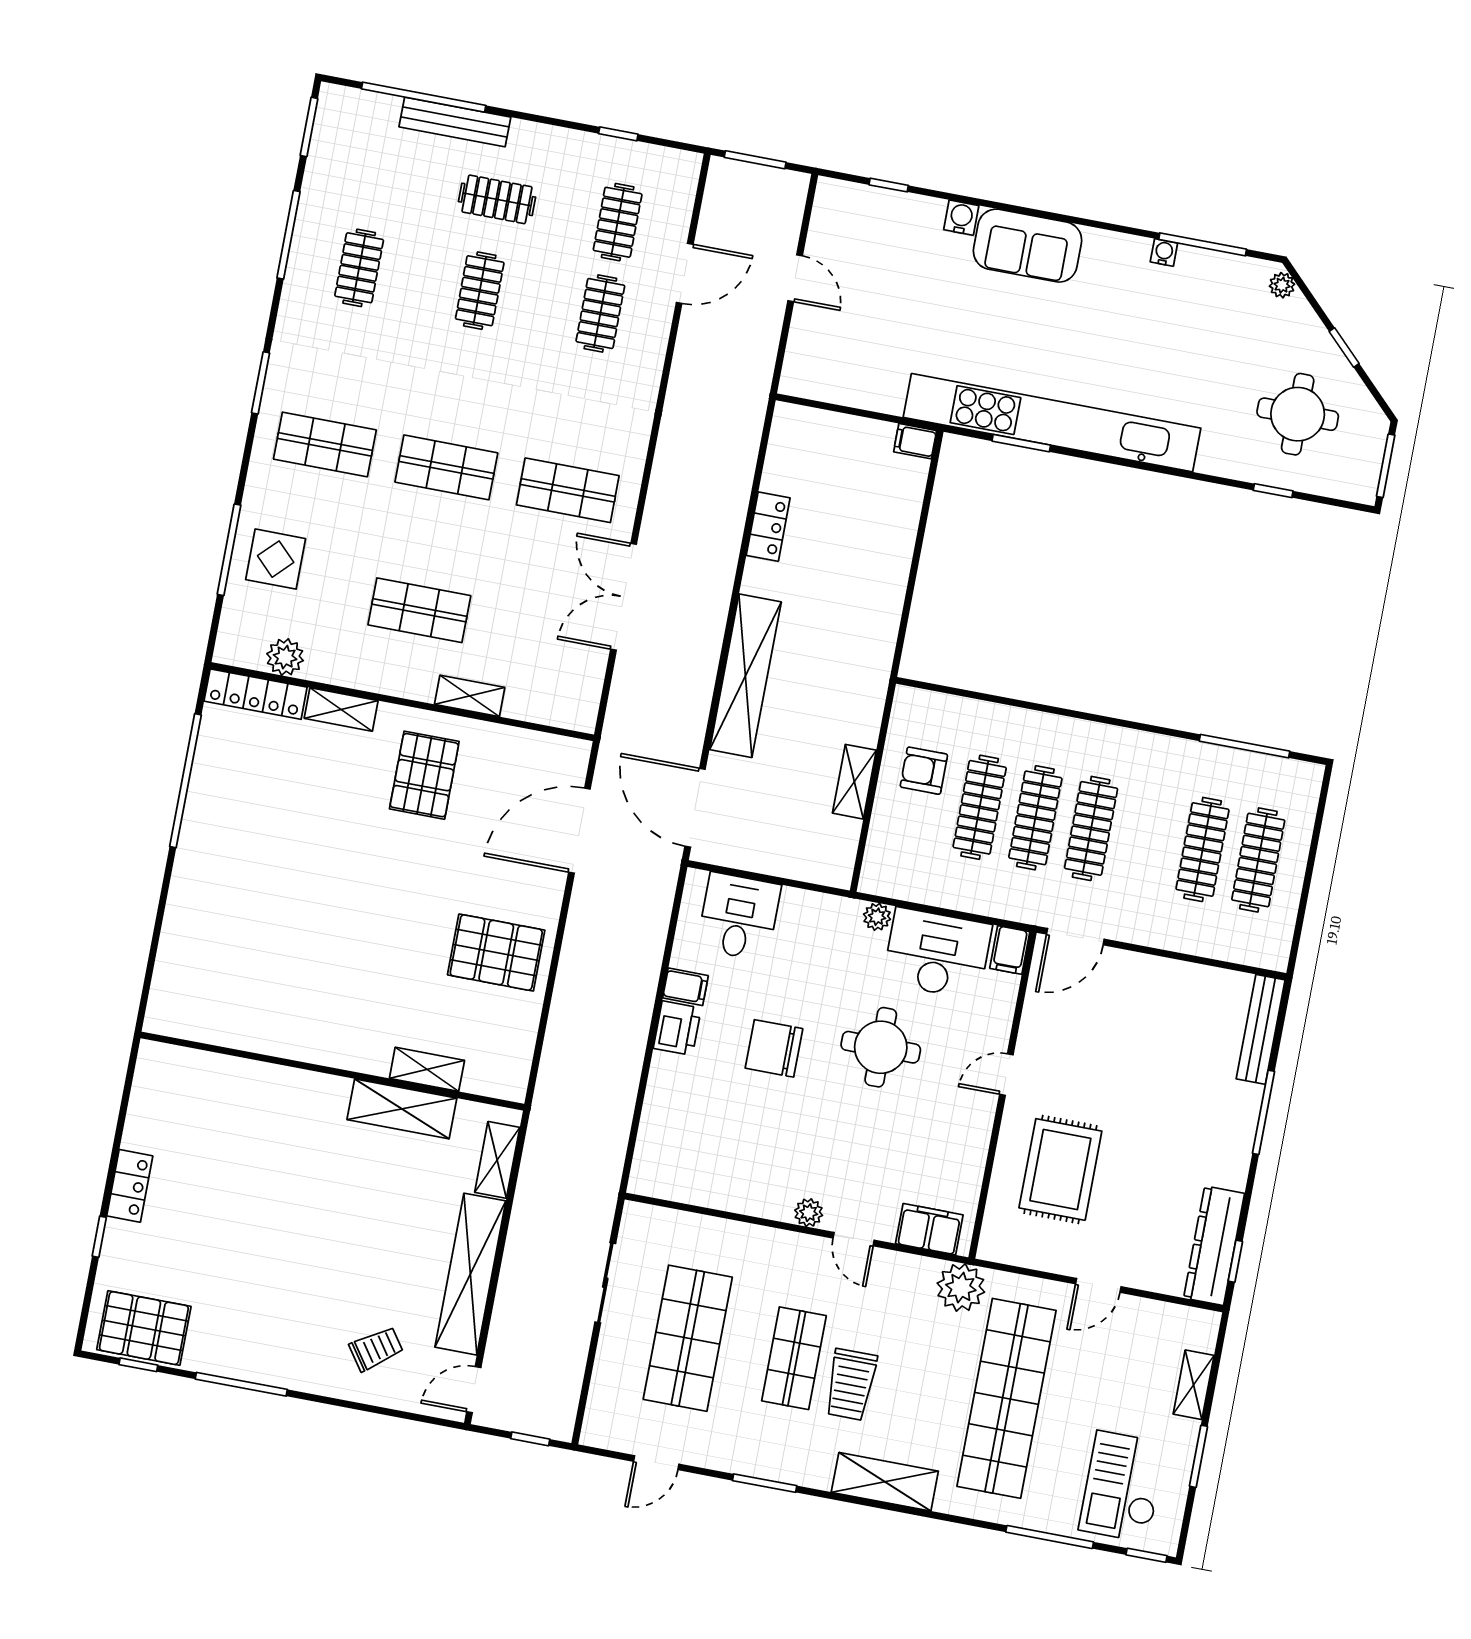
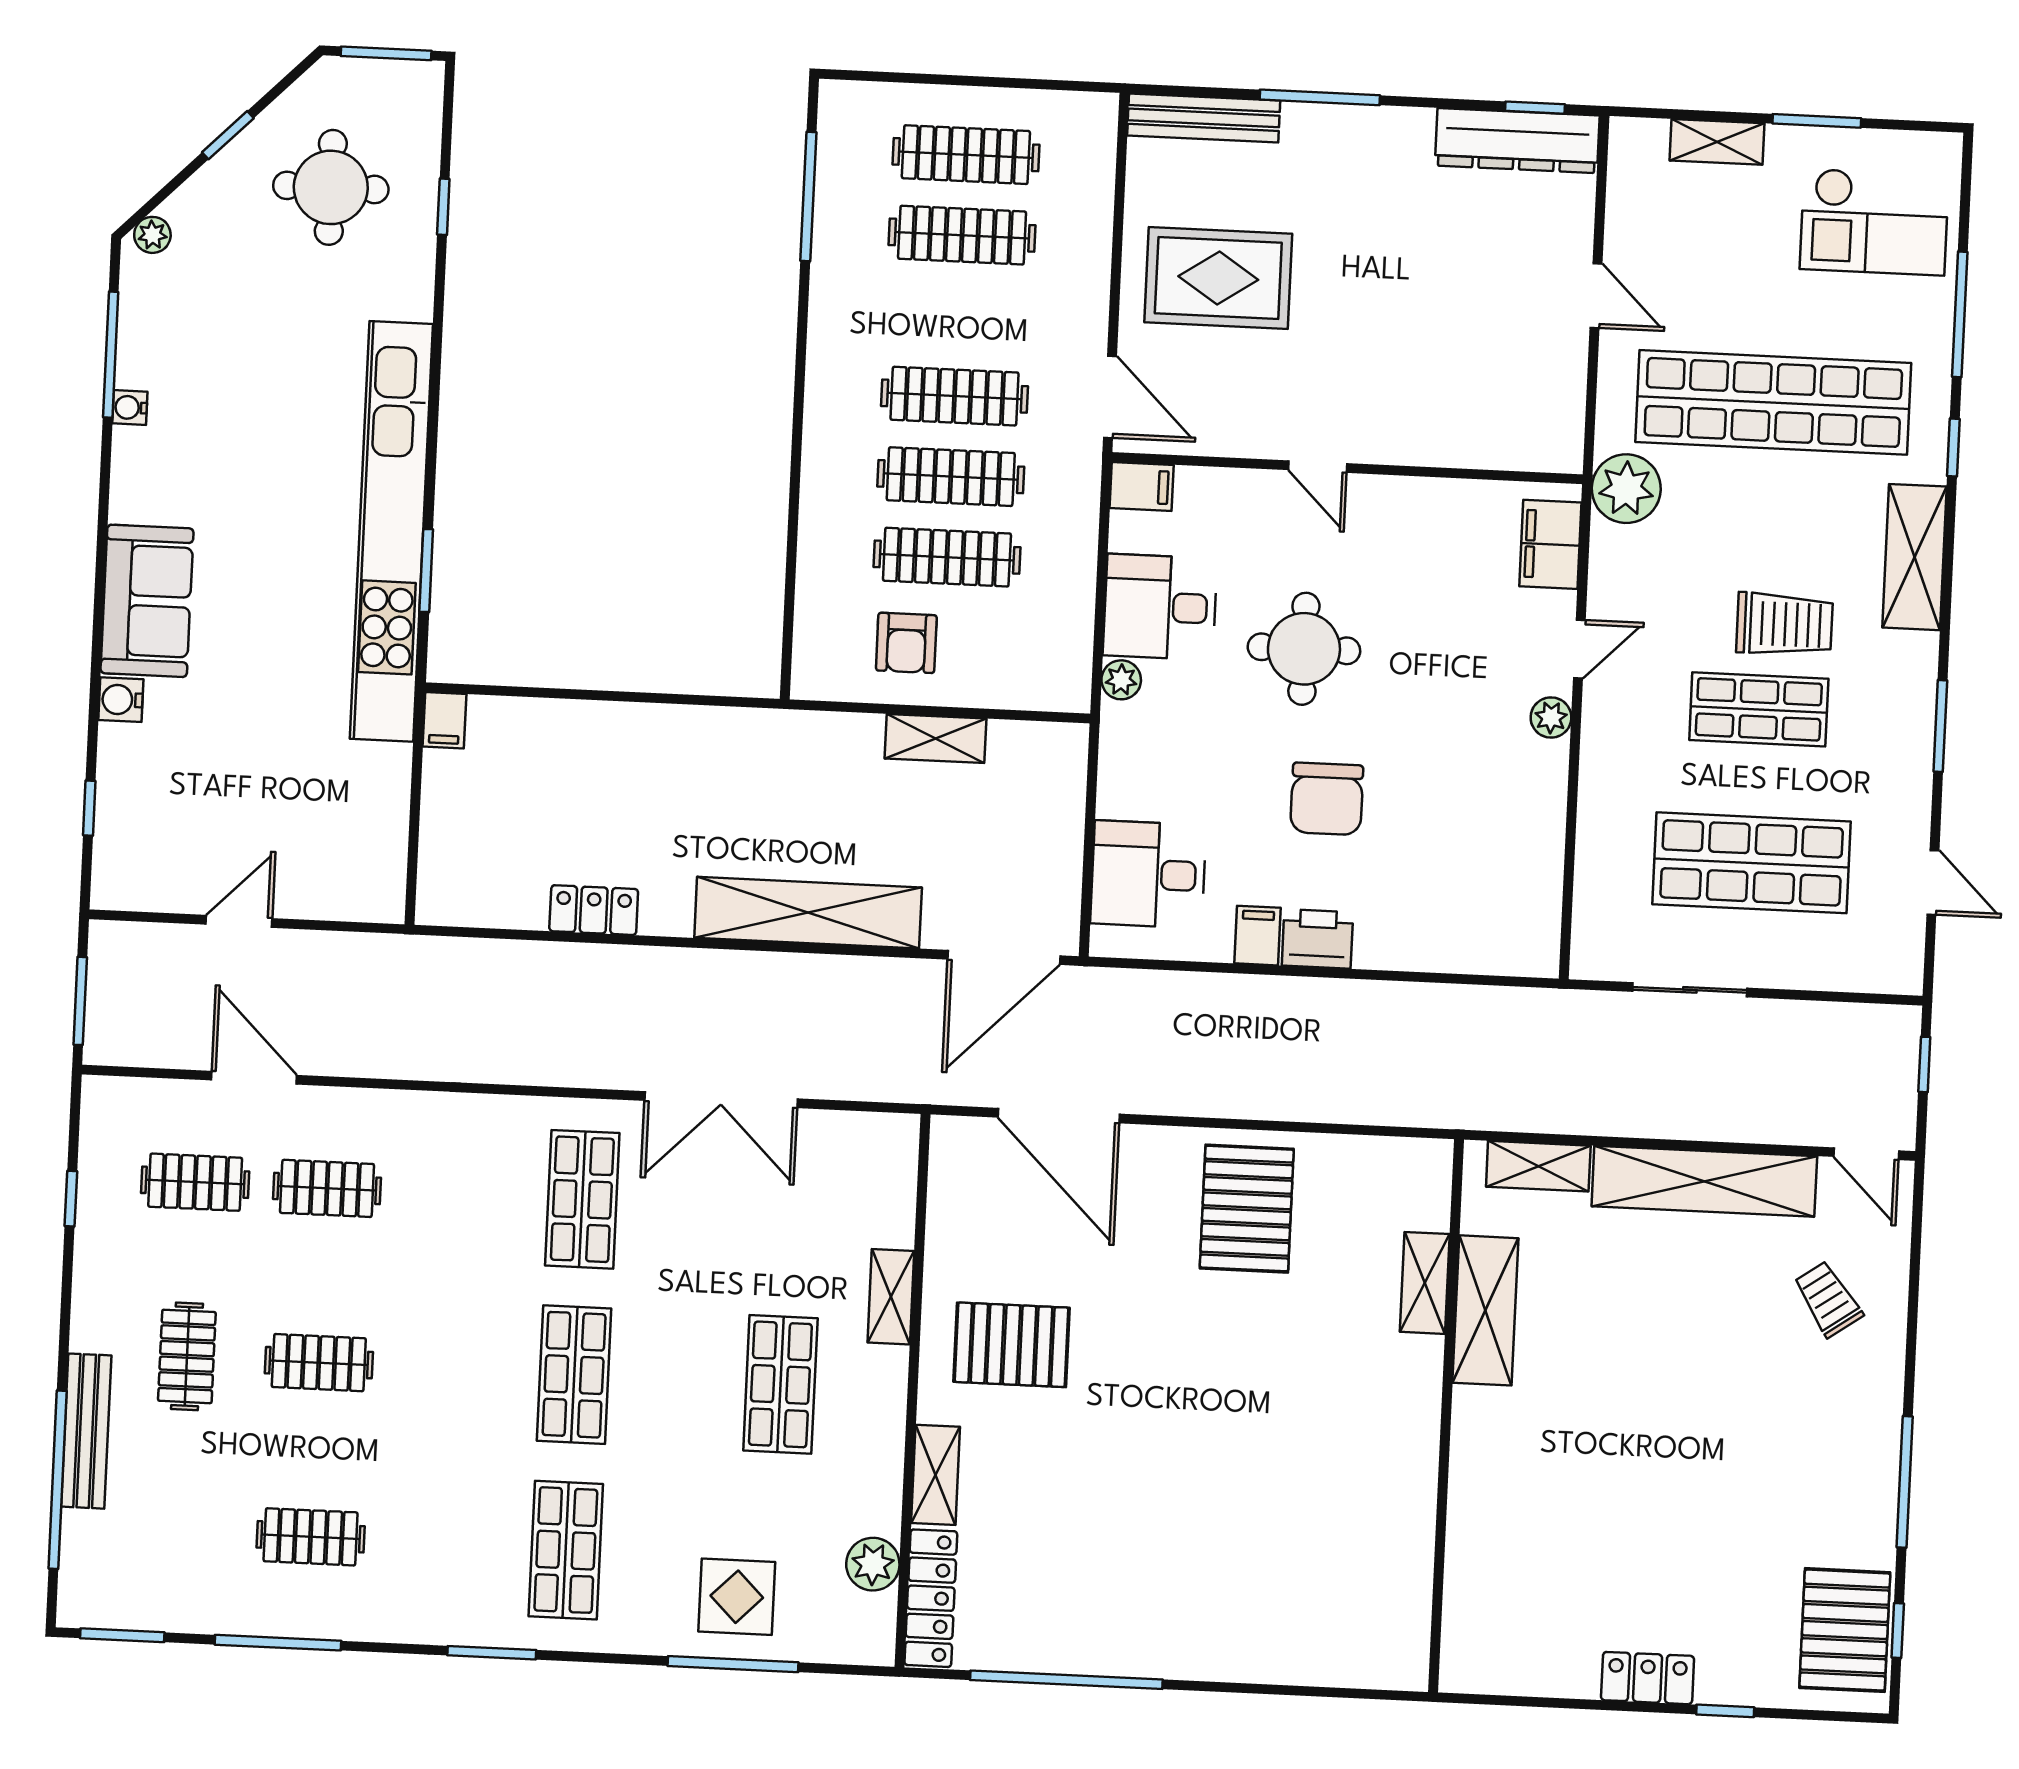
desk: (937, 954) -> (1160, 607), width x0.73
rug: (1060, 1169) -> (1218, 278), moved
window: (1147, 1555) -> (1953, 448), moved

